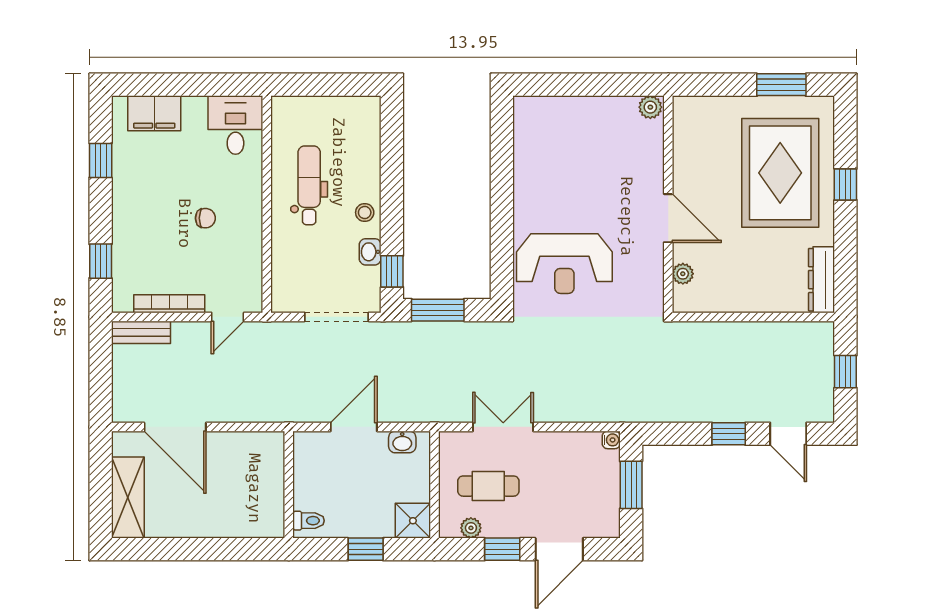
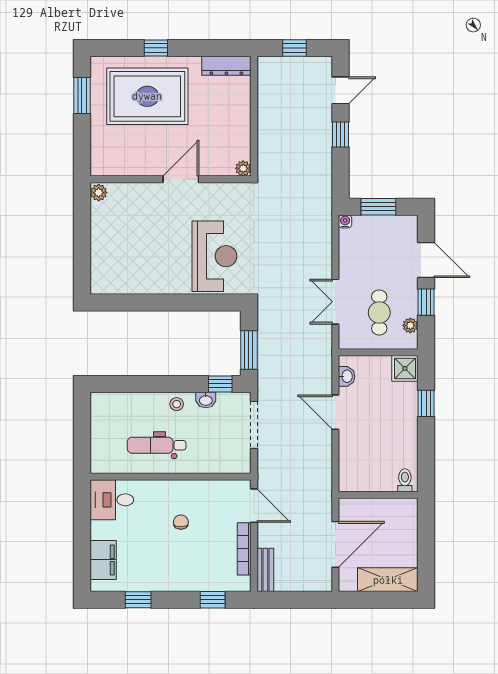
plant: (683, 274) -> (243, 168), moved
door: (228, 317) -> (254, 506), width x1.38
wall: (289, 485) -> (378, 495), moved
toilet: (309, 521) -> (405, 480), moved

